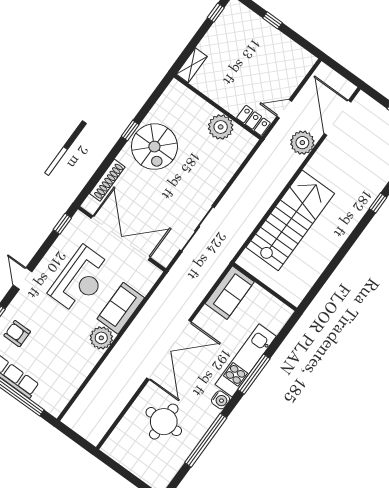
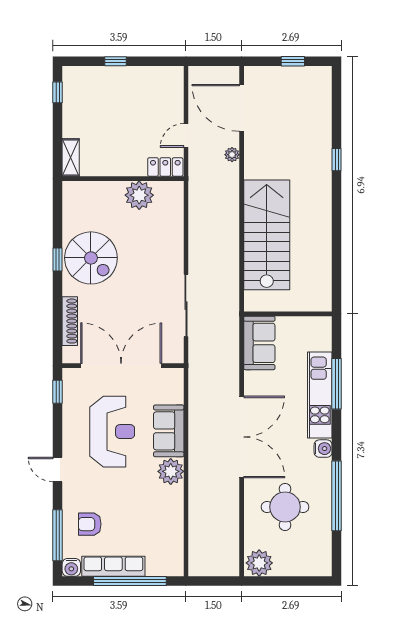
plant: (302, 143) -> (232, 155), width x0.53, depth x0.53
window: (254, 374) -> (337, 384), moved
plant: (117, 448) -> (259, 563), added

